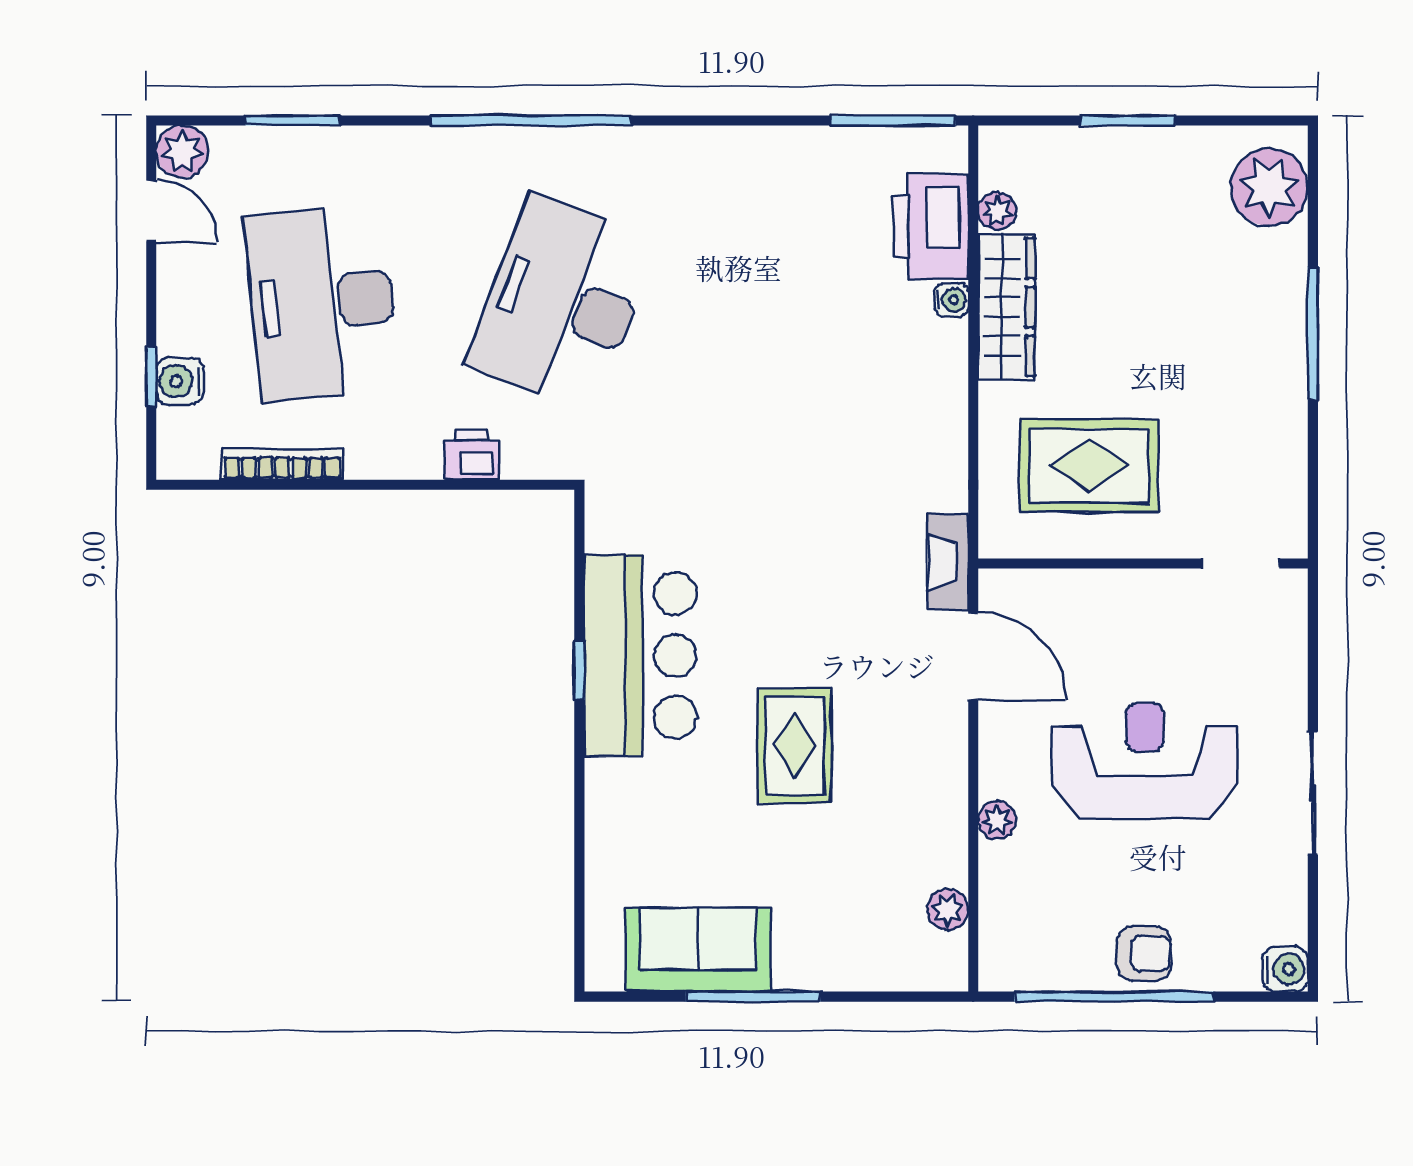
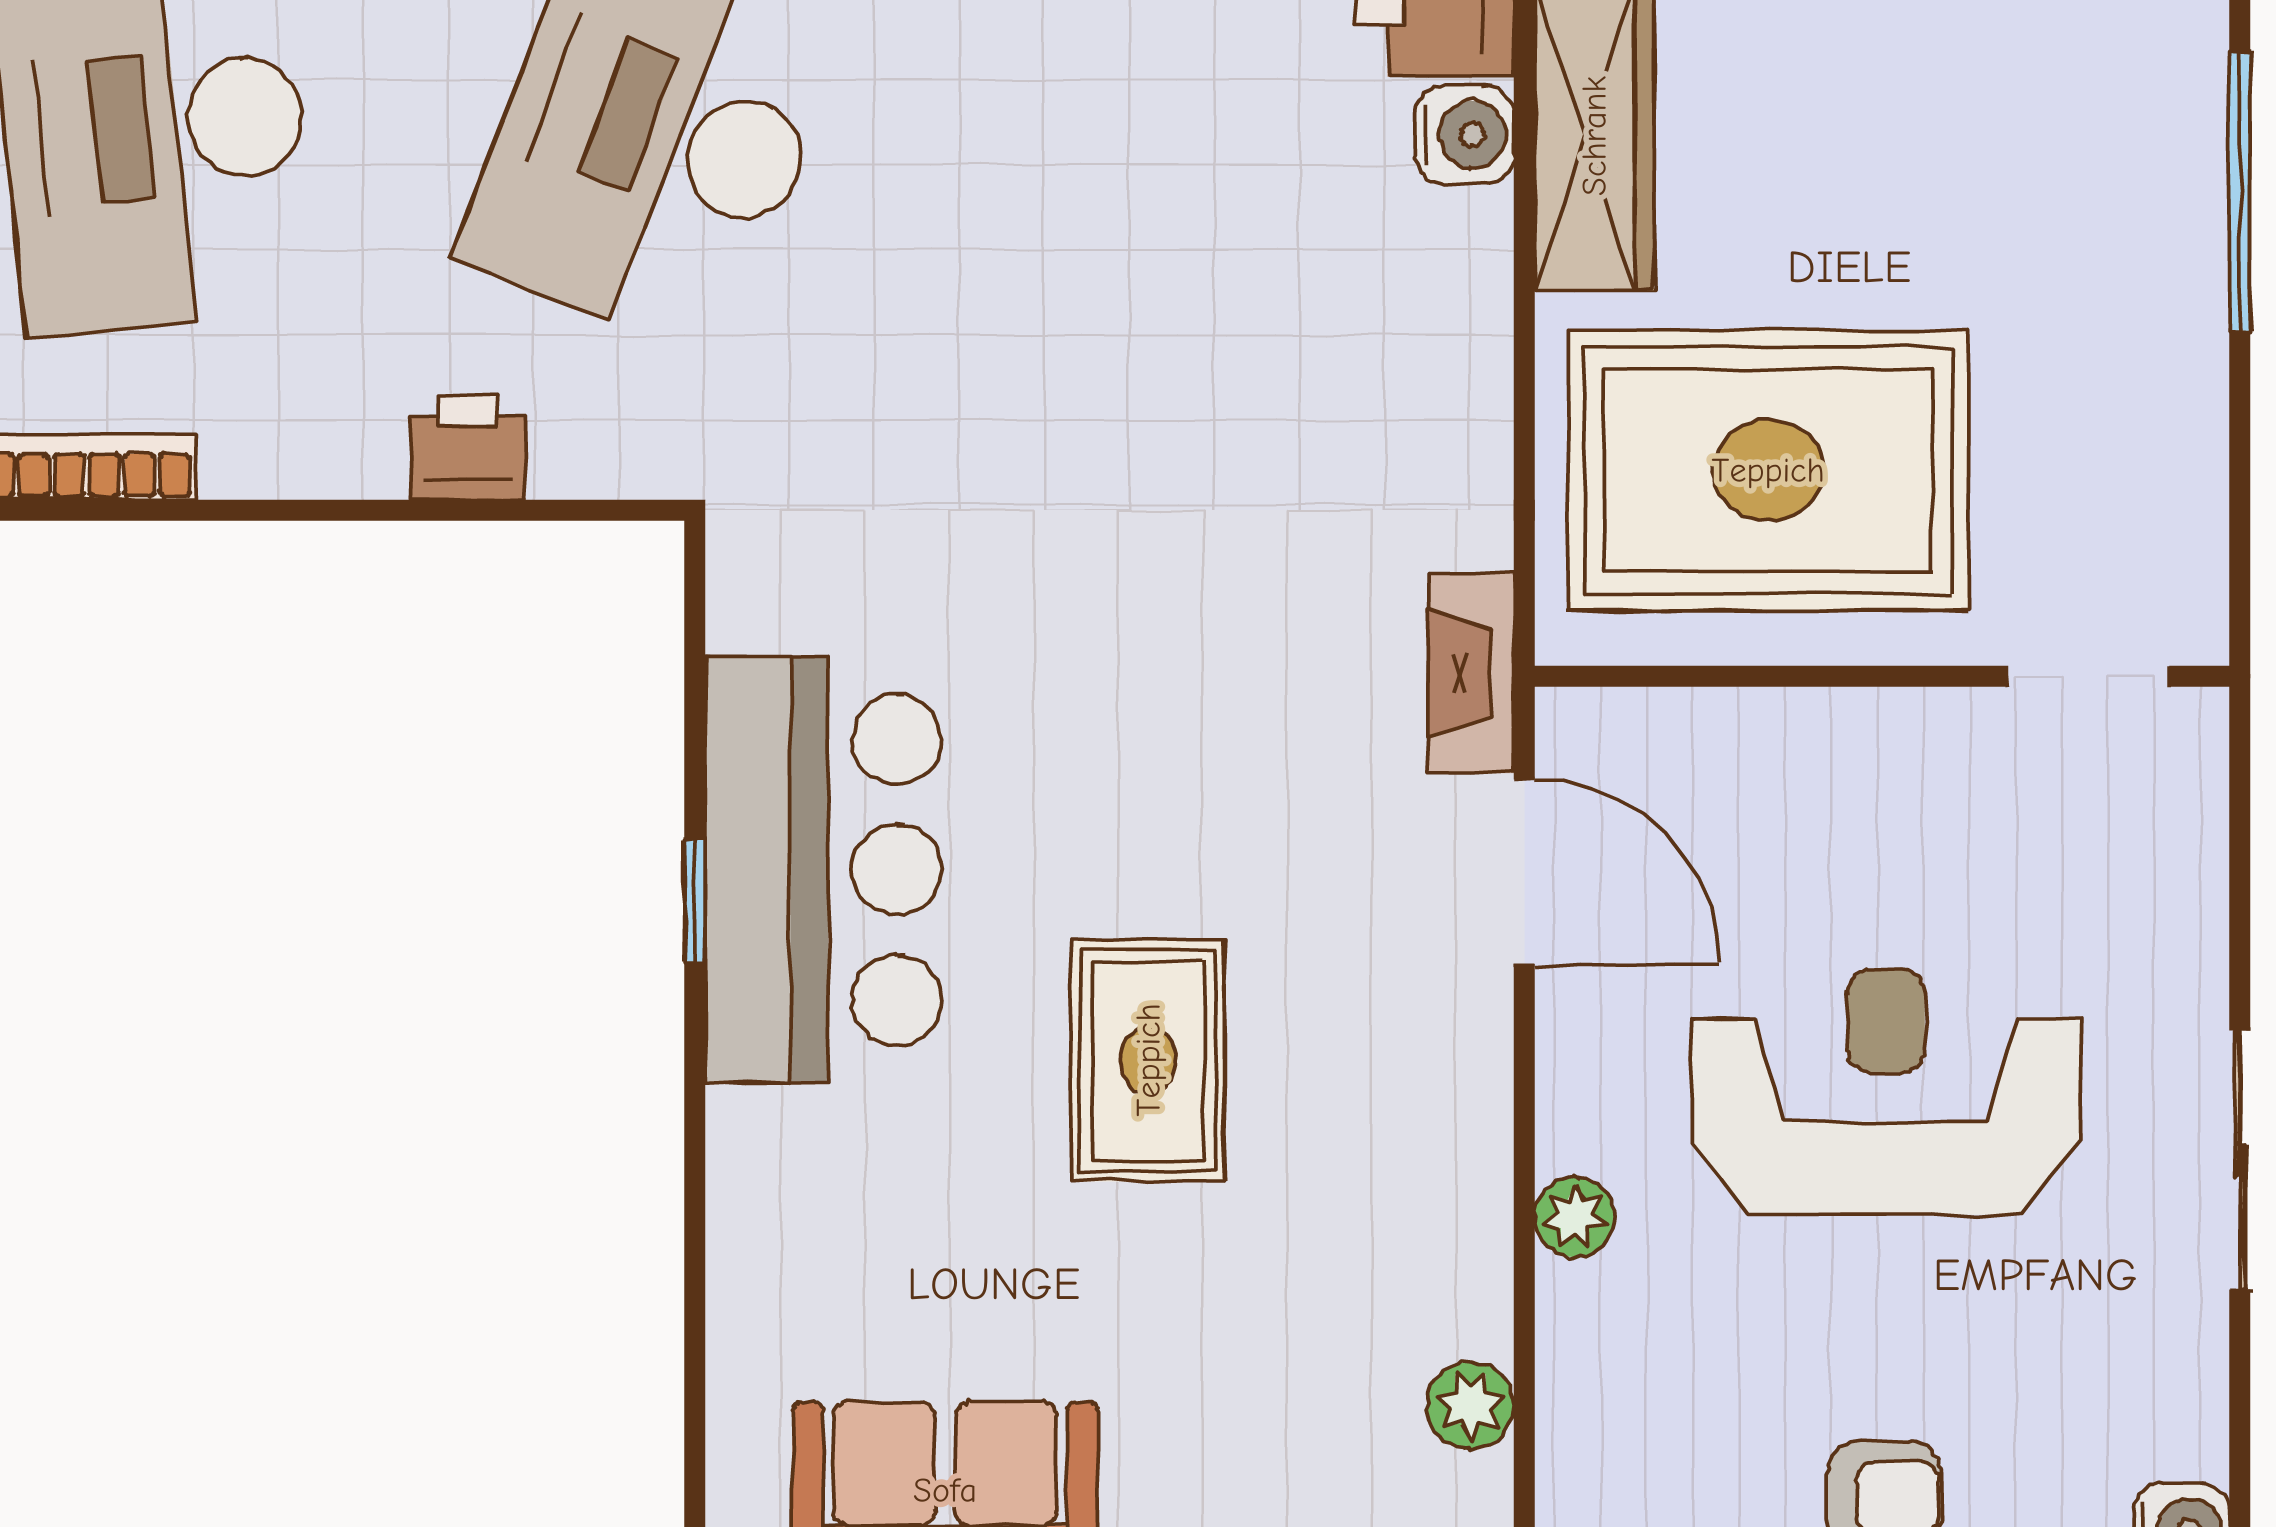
water cooler: (951, 300) -> (1465, 134), width x1.38, depth x1.38
rug: (1089, 466) -> (1768, 470), width x1.37, depth x1.44

